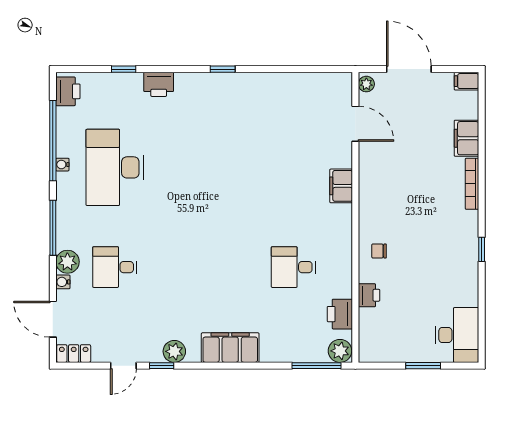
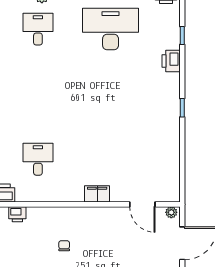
door: (355, 124) -> (142, 204), hinge flipped
chair: (379, 251) -> (64, 246), moved

